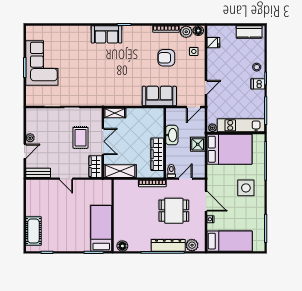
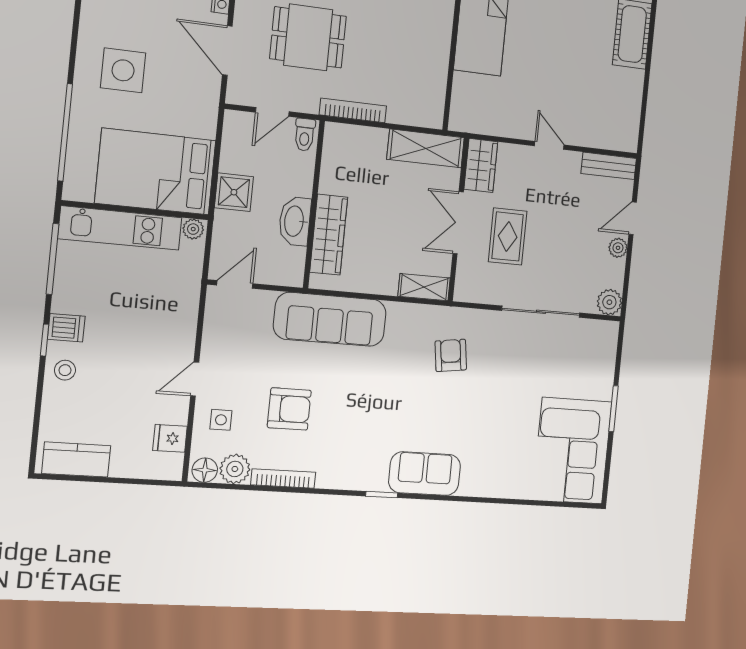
corner sofa: (42, 63) -> (572, 451), moved
armchair: (100, 85) -> (451, 355), added
door: (206, 87) -> (195, 379), moved
sofa: (159, 96) -> (330, 319), width x1.36
plant: (32, 114) -> (609, 302), added
wardrobe: (157, 154) -> (329, 235), moved

